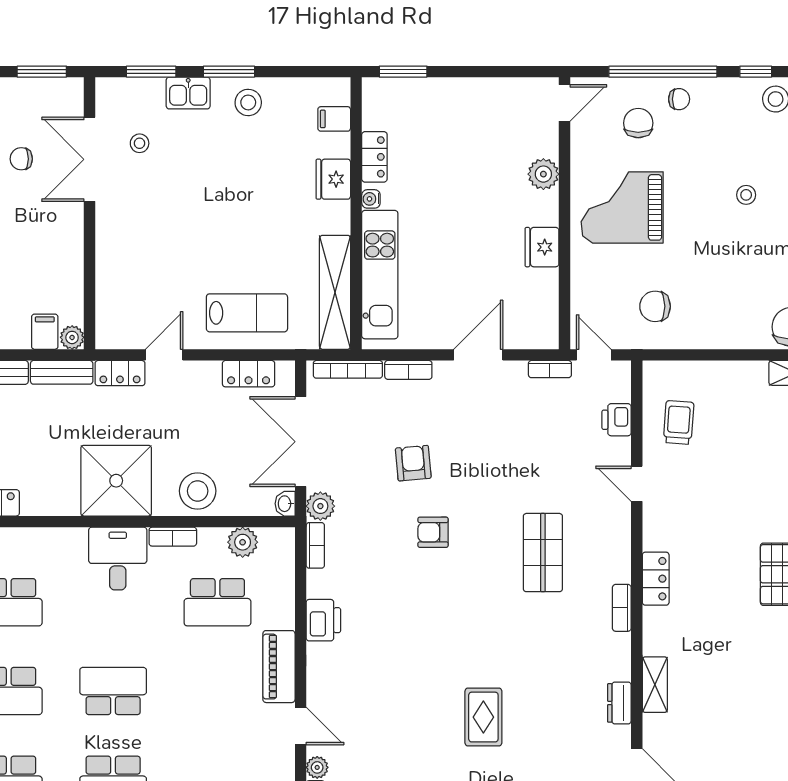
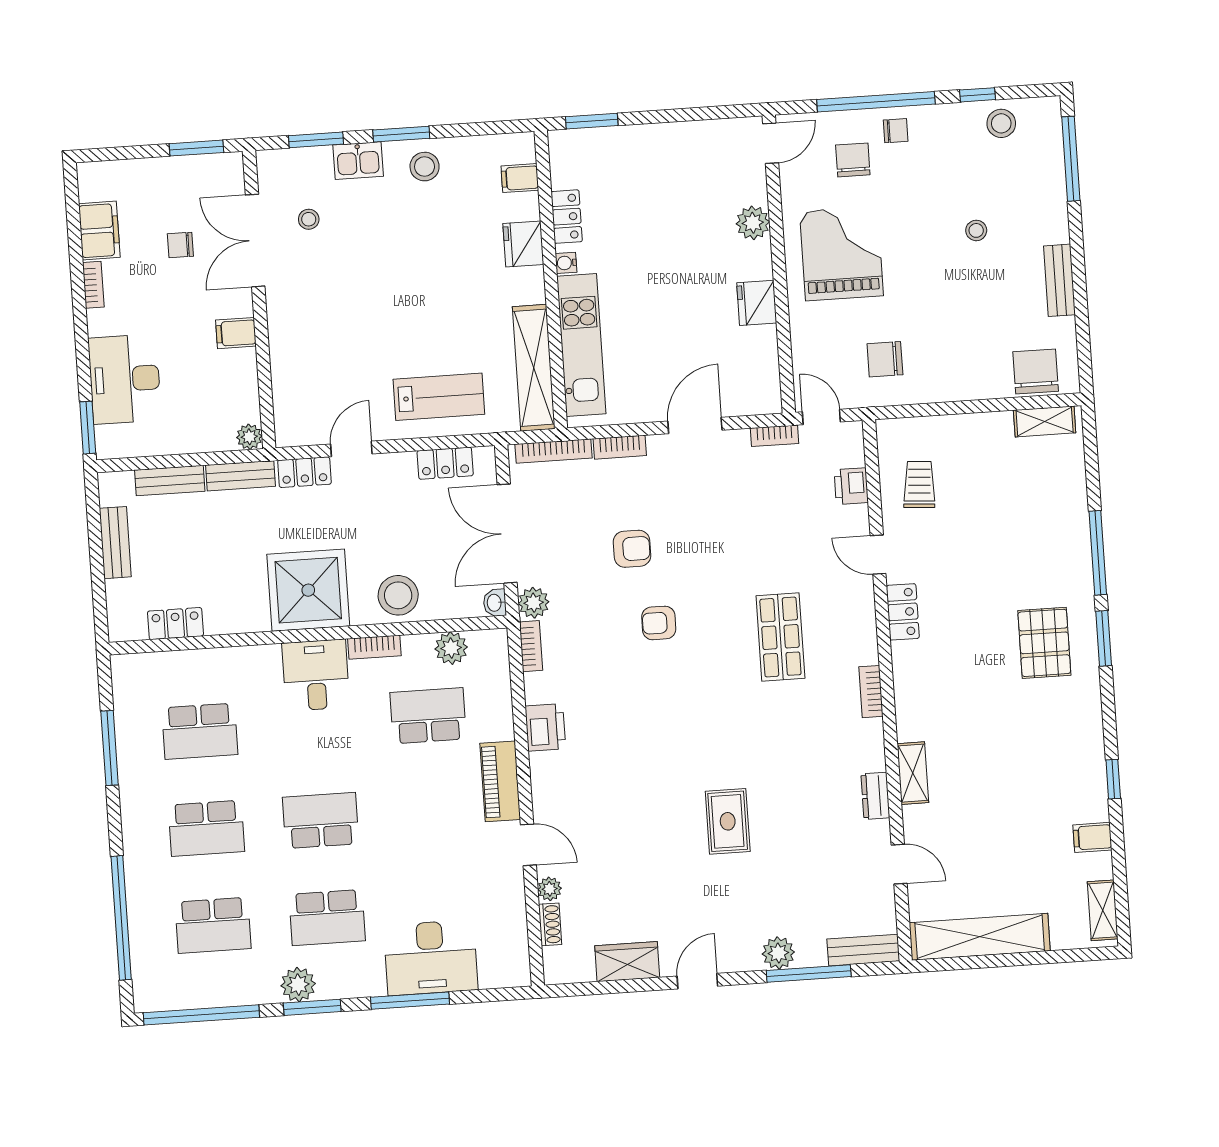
grand piano: (622, 207) -> (841, 253), turned 90
filing cabinet: (45, 332) -> (236, 333), moved, turned -90
armchair: (413, 463) -> (632, 549), turned 95
locker: (656, 579) -> (903, 612), moved
school desk: (217, 602) -> (428, 716), turned 180

